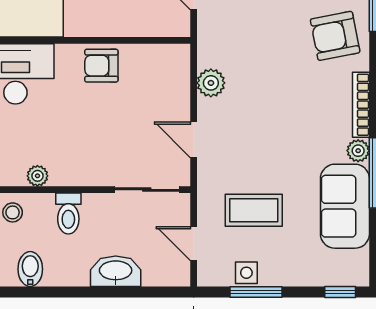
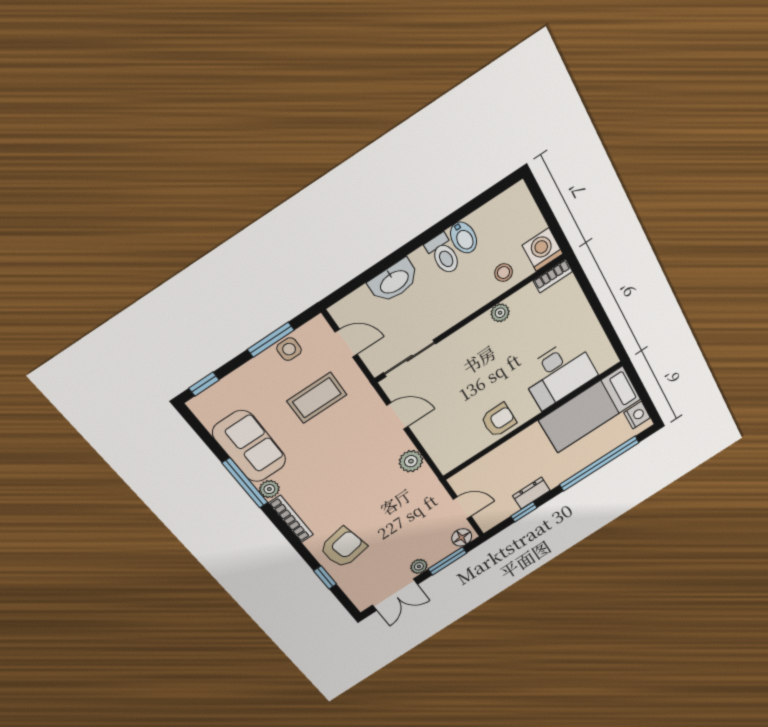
toilet: (68, 213) -> (443, 254), moved, turned 180

